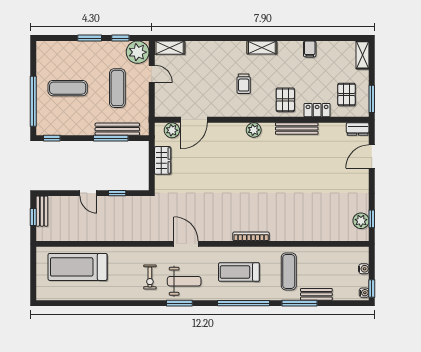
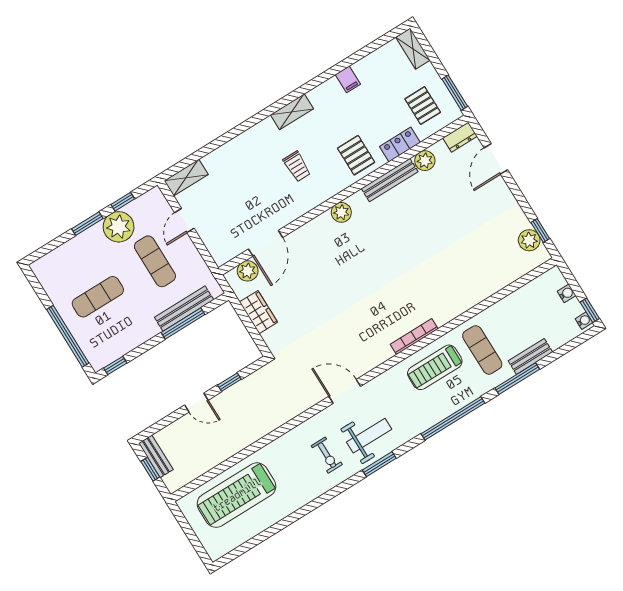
plant: (138, 52) -> (119, 227), moved
door: (152, 74) -> (184, 221), swing flipped
plant: (326, 130) -> (425, 161), added
treadmill: (239, 272) -> (435, 367), moved

